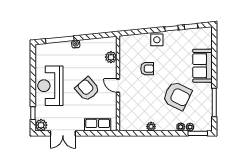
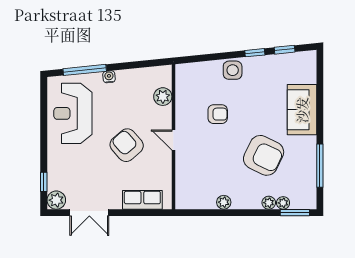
reception desk: (50, 86) -> (73, 113), moved

